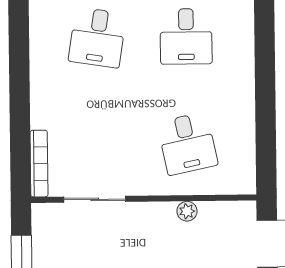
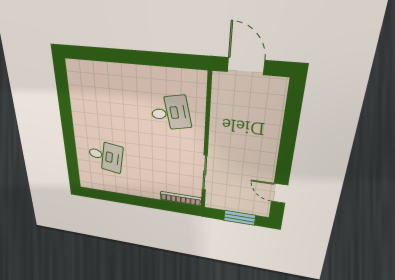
desk: (186, 36) -> (101, 105), removed
plant: (187, 211) -> (217, 119), removed

